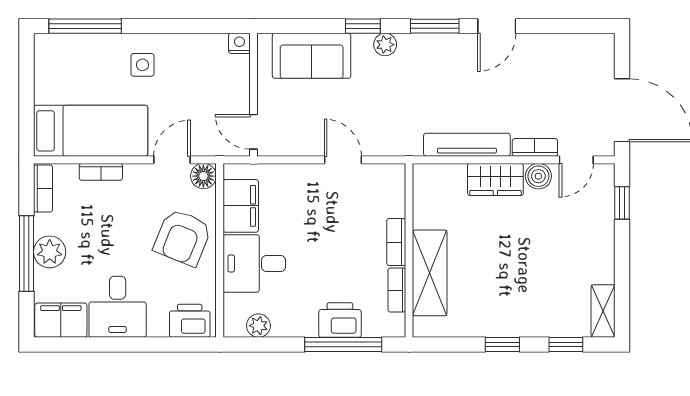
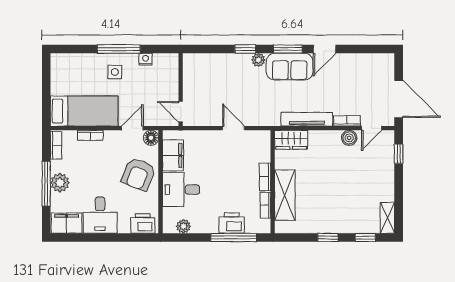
window: (85, 26) -> (119, 49), moved
nightstand: (239, 43) -> (146, 59), moved
sofa: (312, 56) -> (290, 67), moved
wardrobe: (495, 179) -> (291, 140), moved

